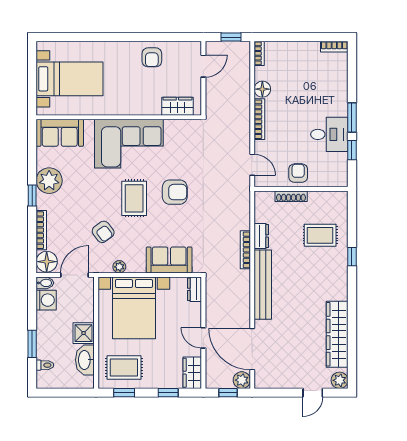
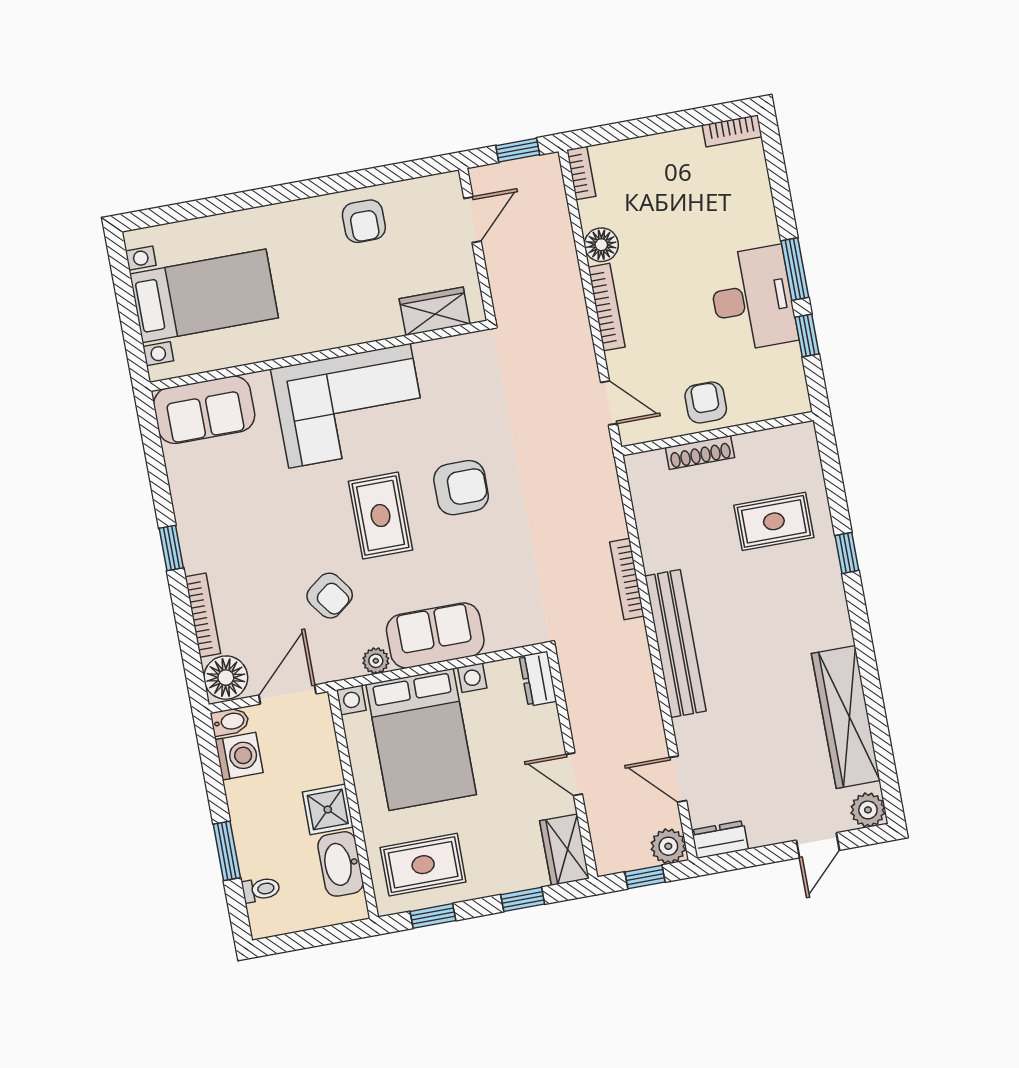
desk: (329, 134) -> (752, 299), width x1.37
plant: (49, 181) -> (200, 511), removed
dresser: (261, 236) -> (720, 840), moved, turned -90
sofa: (169, 260) -> (435, 635), moved
door: (252, 349) -> (678, 779), width x0.53

